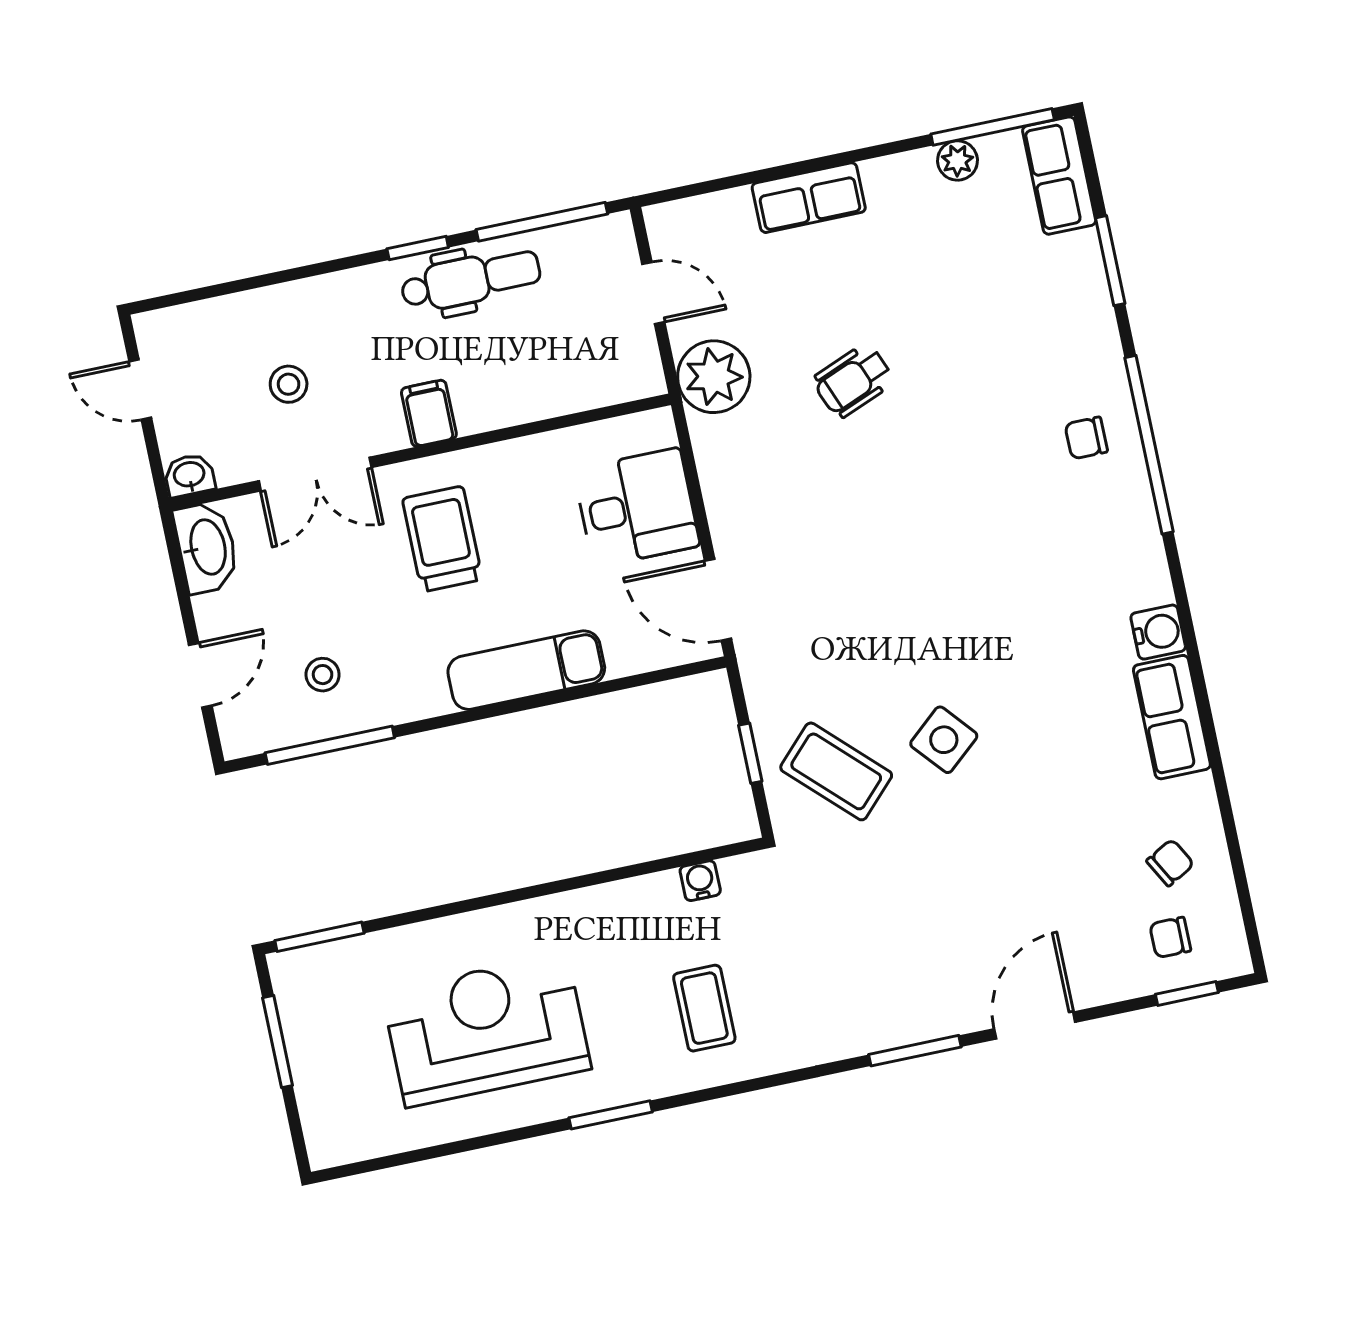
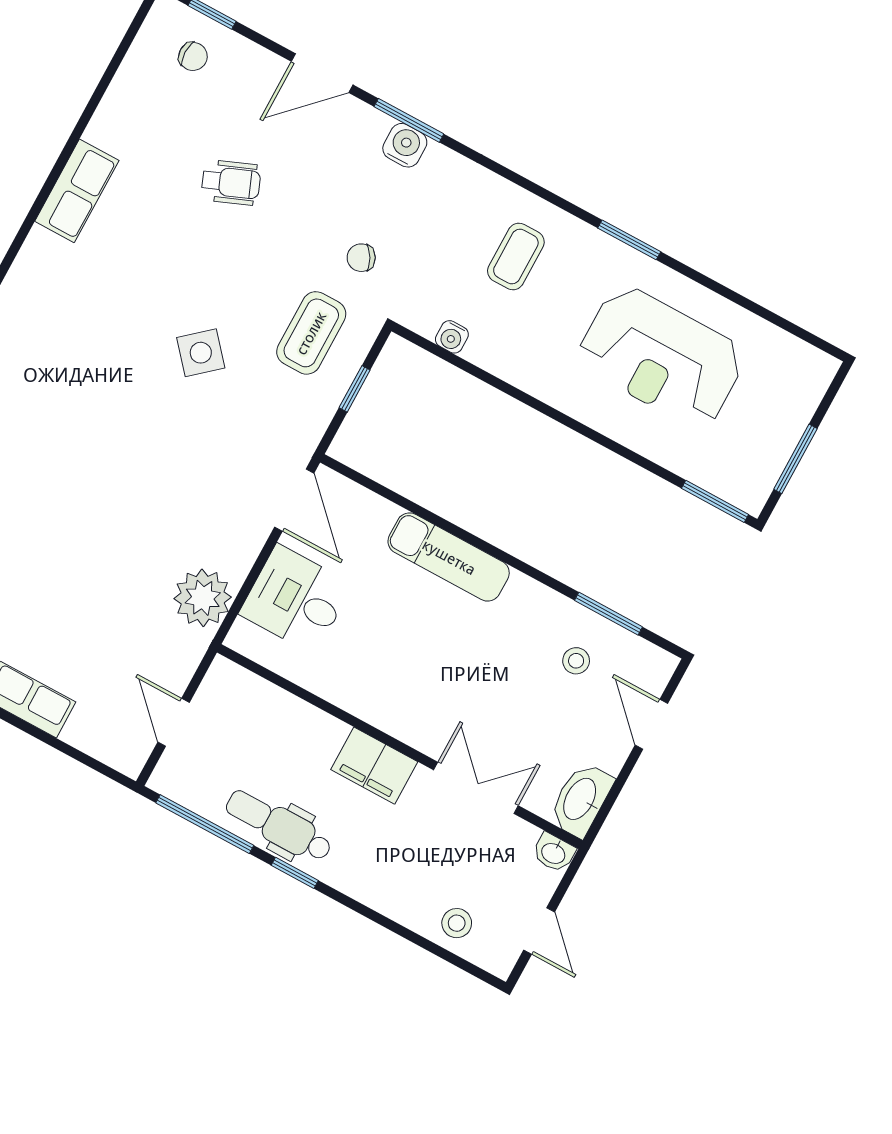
plant: (714, 377) -> (203, 598), moved
wheelchair: (853, 381) -> (231, 182), moved
stool: (289, 384) -> (457, 923), moved
filing cabinet: (429, 413) -> (374, 766), width x2.00
trolley: (442, 539) -> (432, 681), removed
water cooler: (1158, 632) -> (405, 145), moved, turned 90
door: (200, 675) -> (651, 724), hinge flipped
side table: (944, 740) -> (201, 353), moved
window: (330, 745) -> (608, 614), width x0.69
coffee table: (836, 771) -> (311, 333), turned 46
chair: (1170, 863) -> (361, 258), moved

